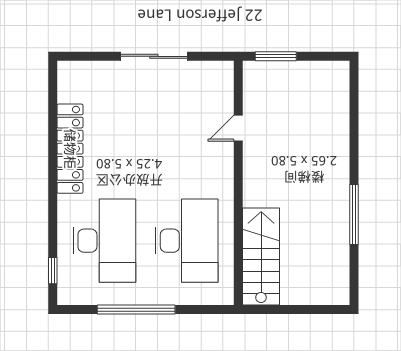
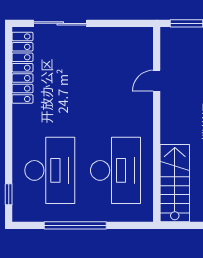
sliding door: (154, 56) -> (60, 23), moved
locker: (70, 149) -> (22, 68), moved

